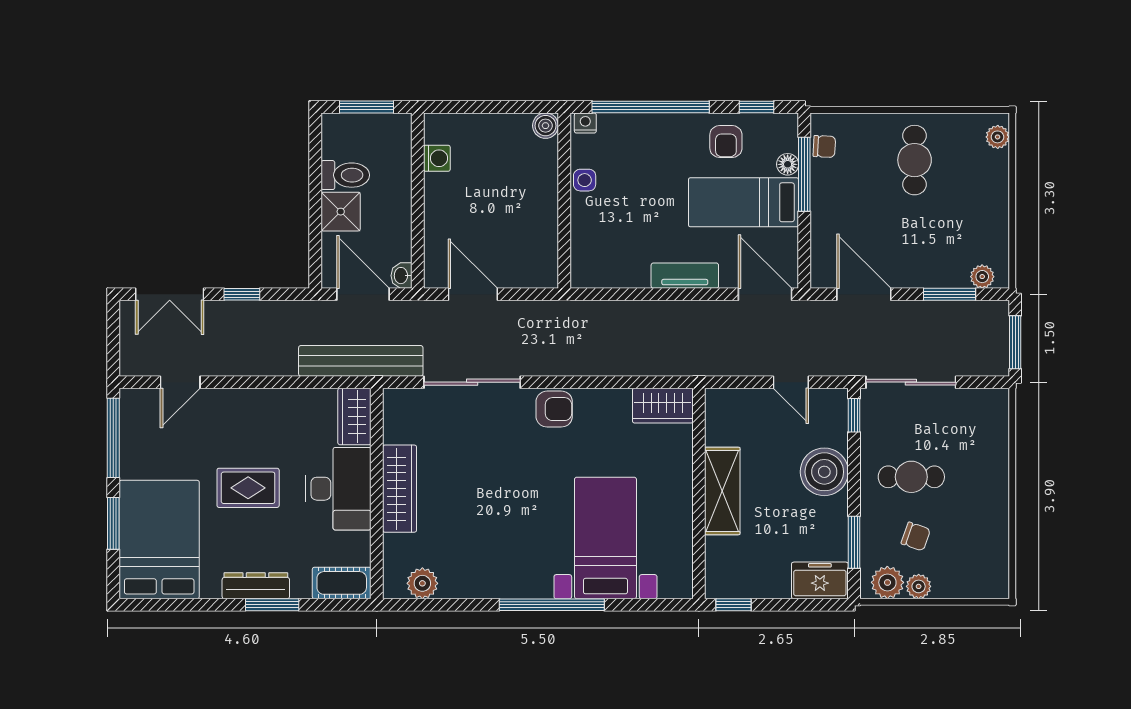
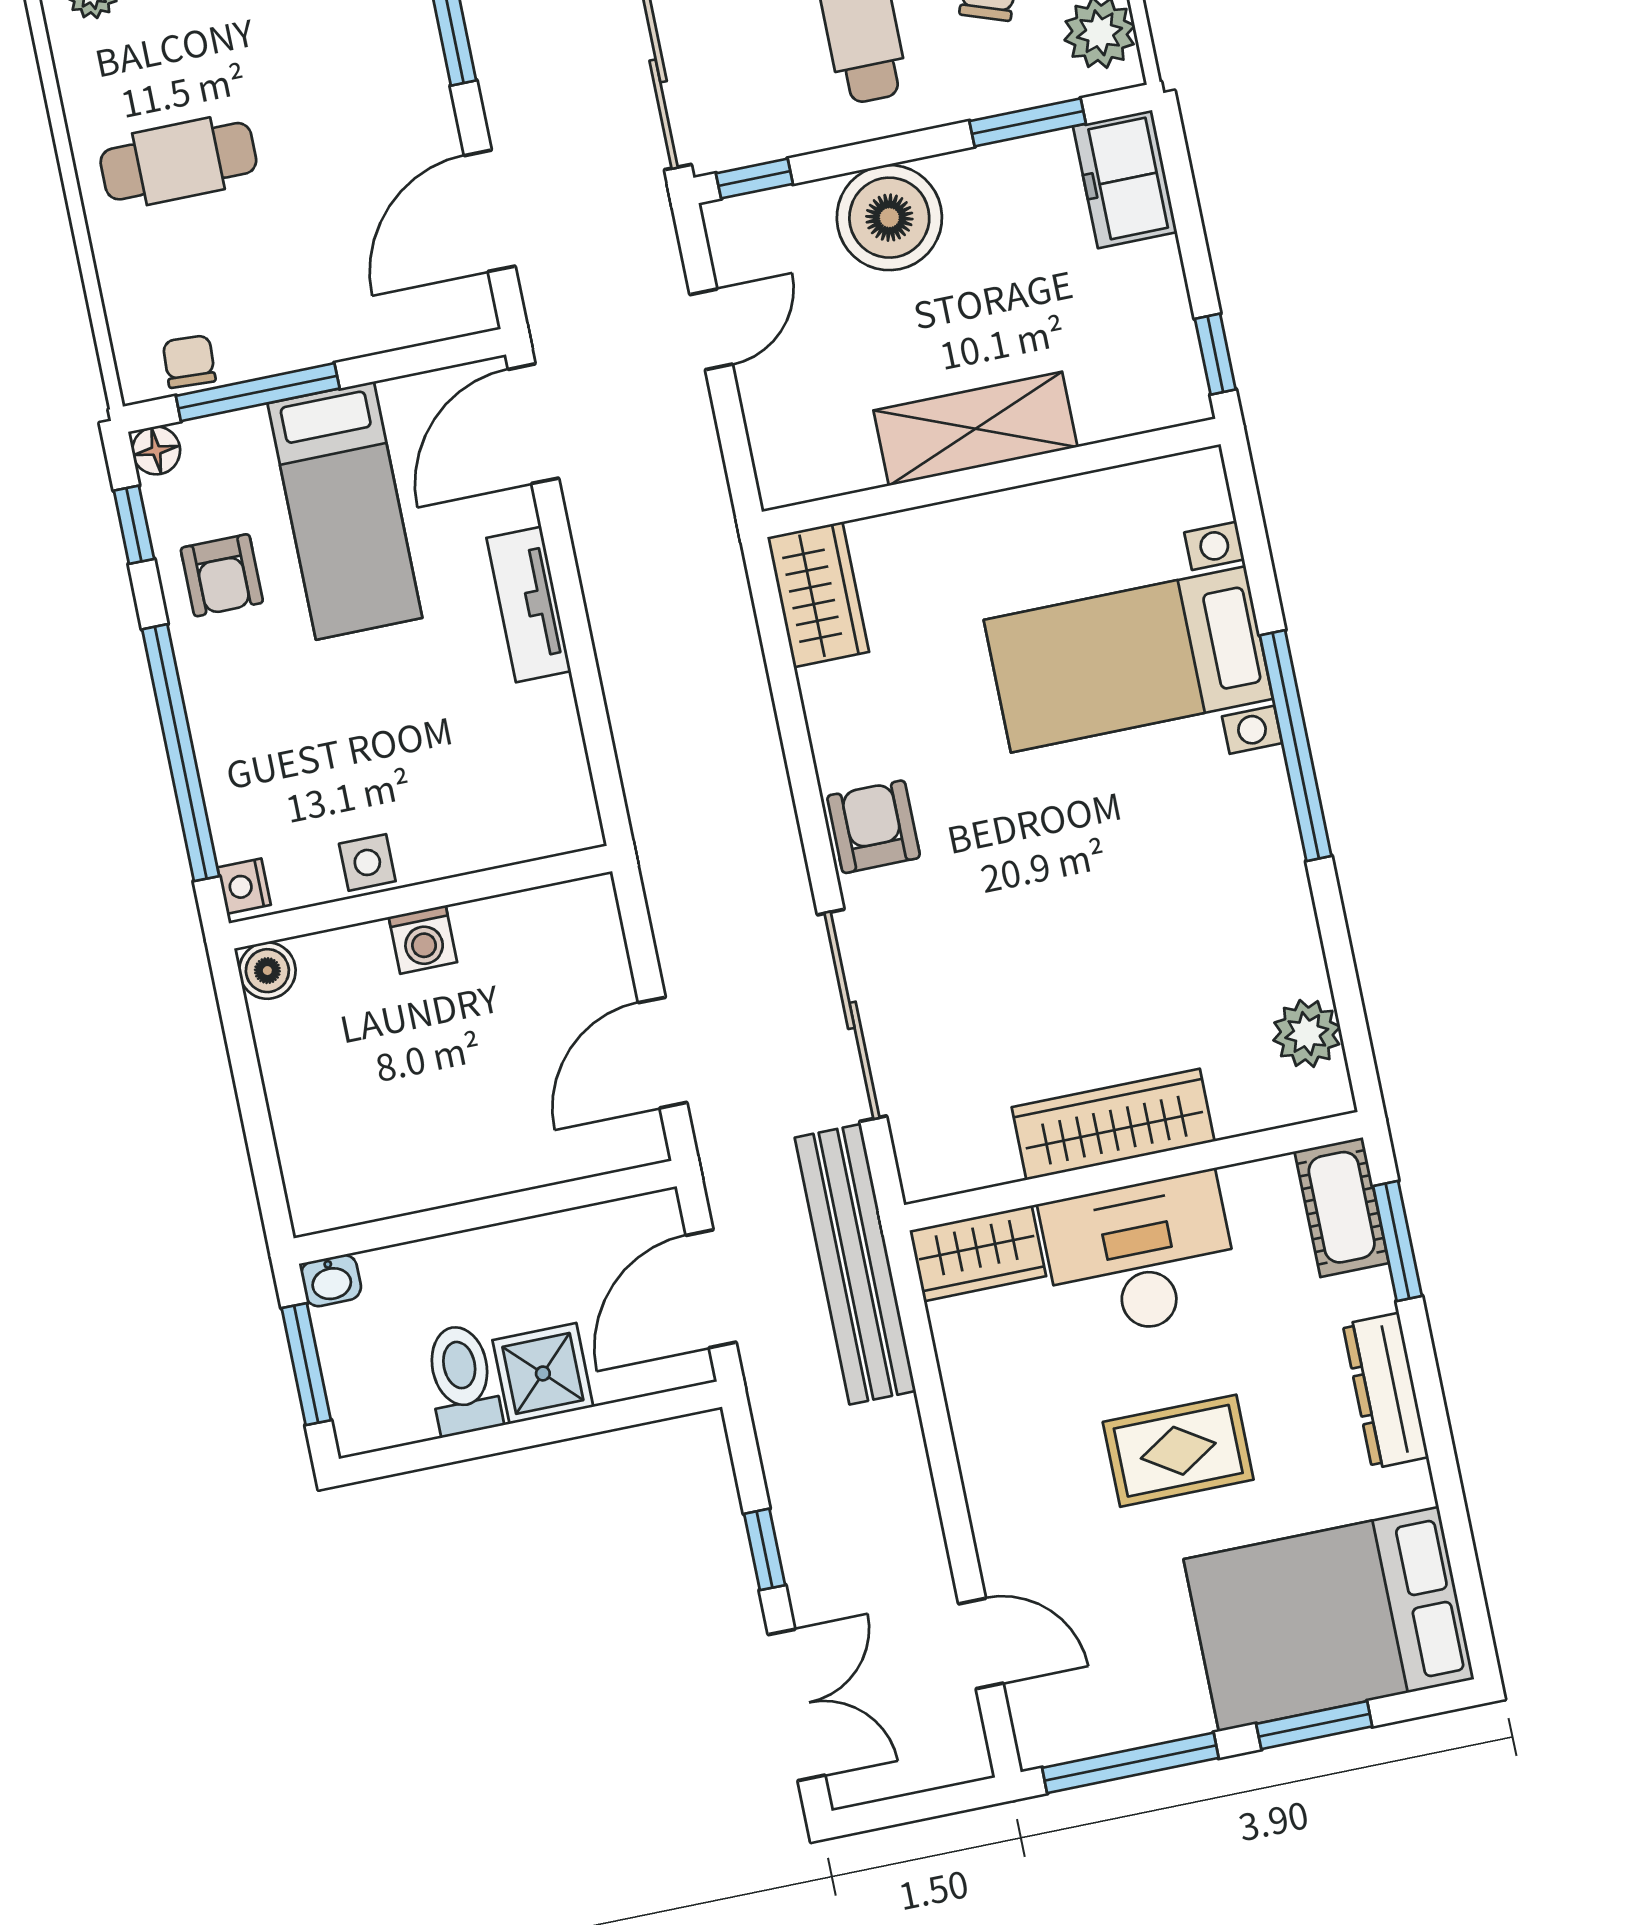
armchair: (726, 141) -> (222, 575), turned 90
washing machine: (437, 158) -> (423, 940), moved, turned 180
floor lamp: (788, 164) -> (156, 450), moved
washbasin: (402, 276) -> (331, 1280), moved
rug: (248, 488) -> (1178, 1451), turned 90
window: (272, 605) -> (1397, 1241), moved

